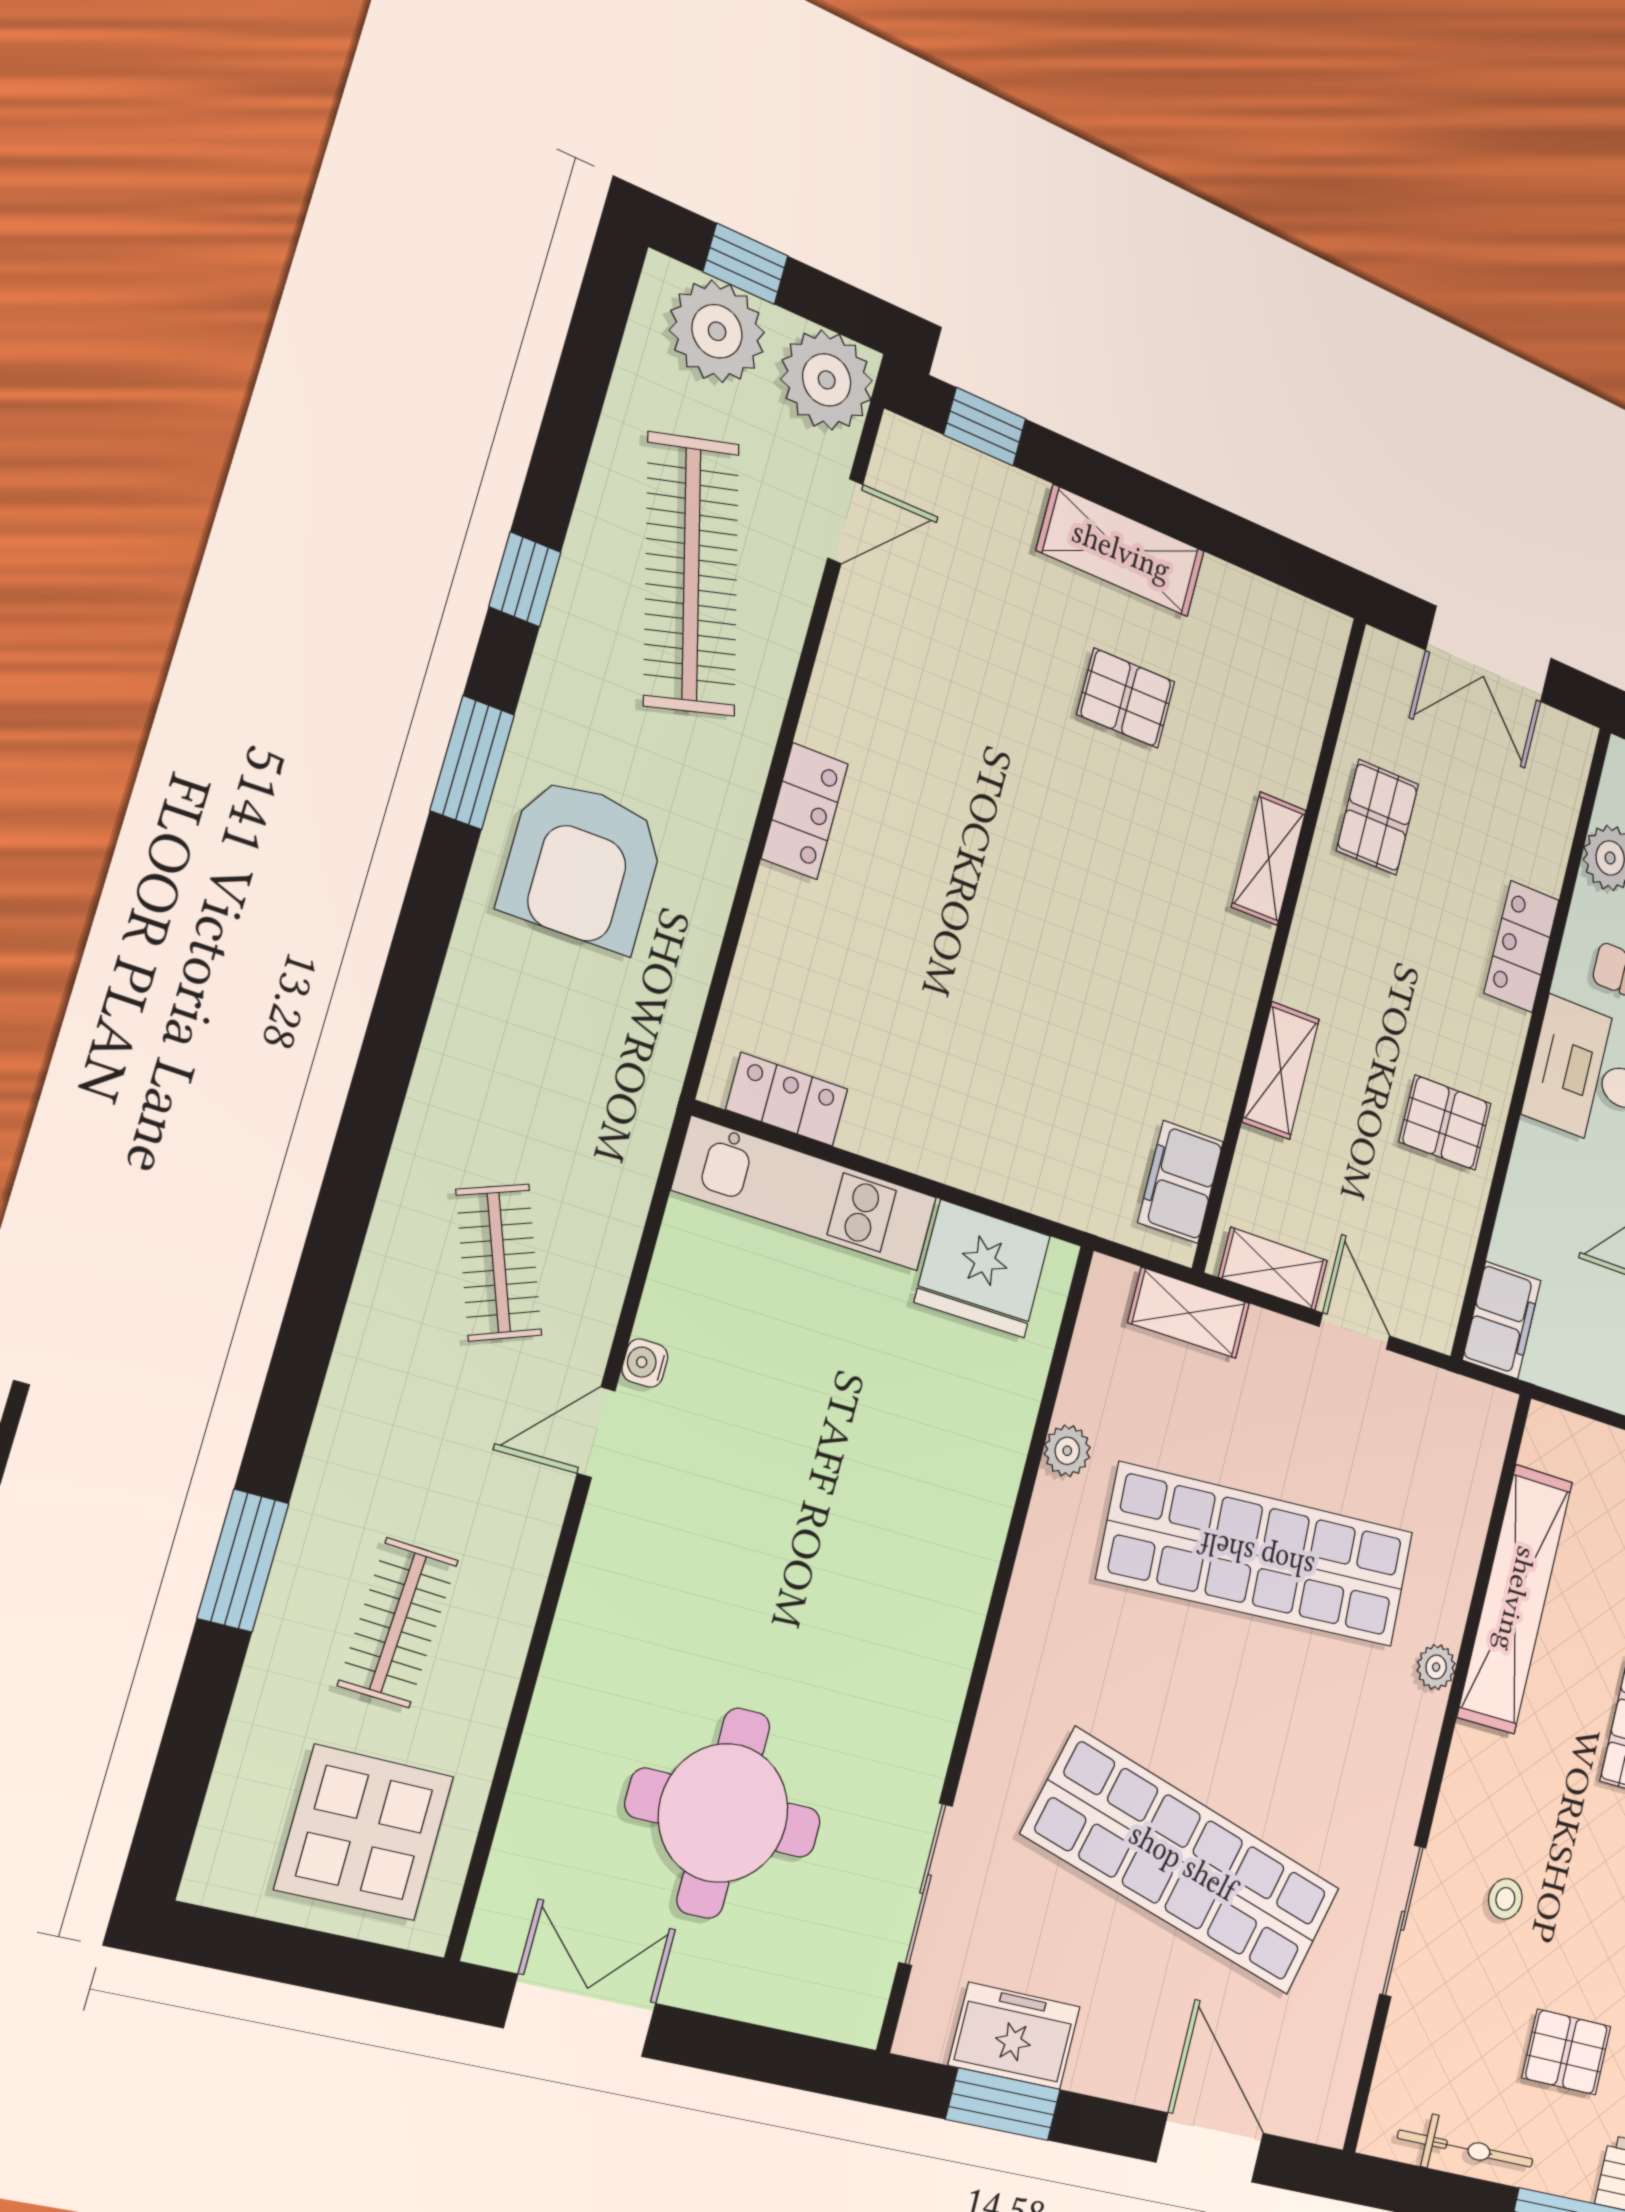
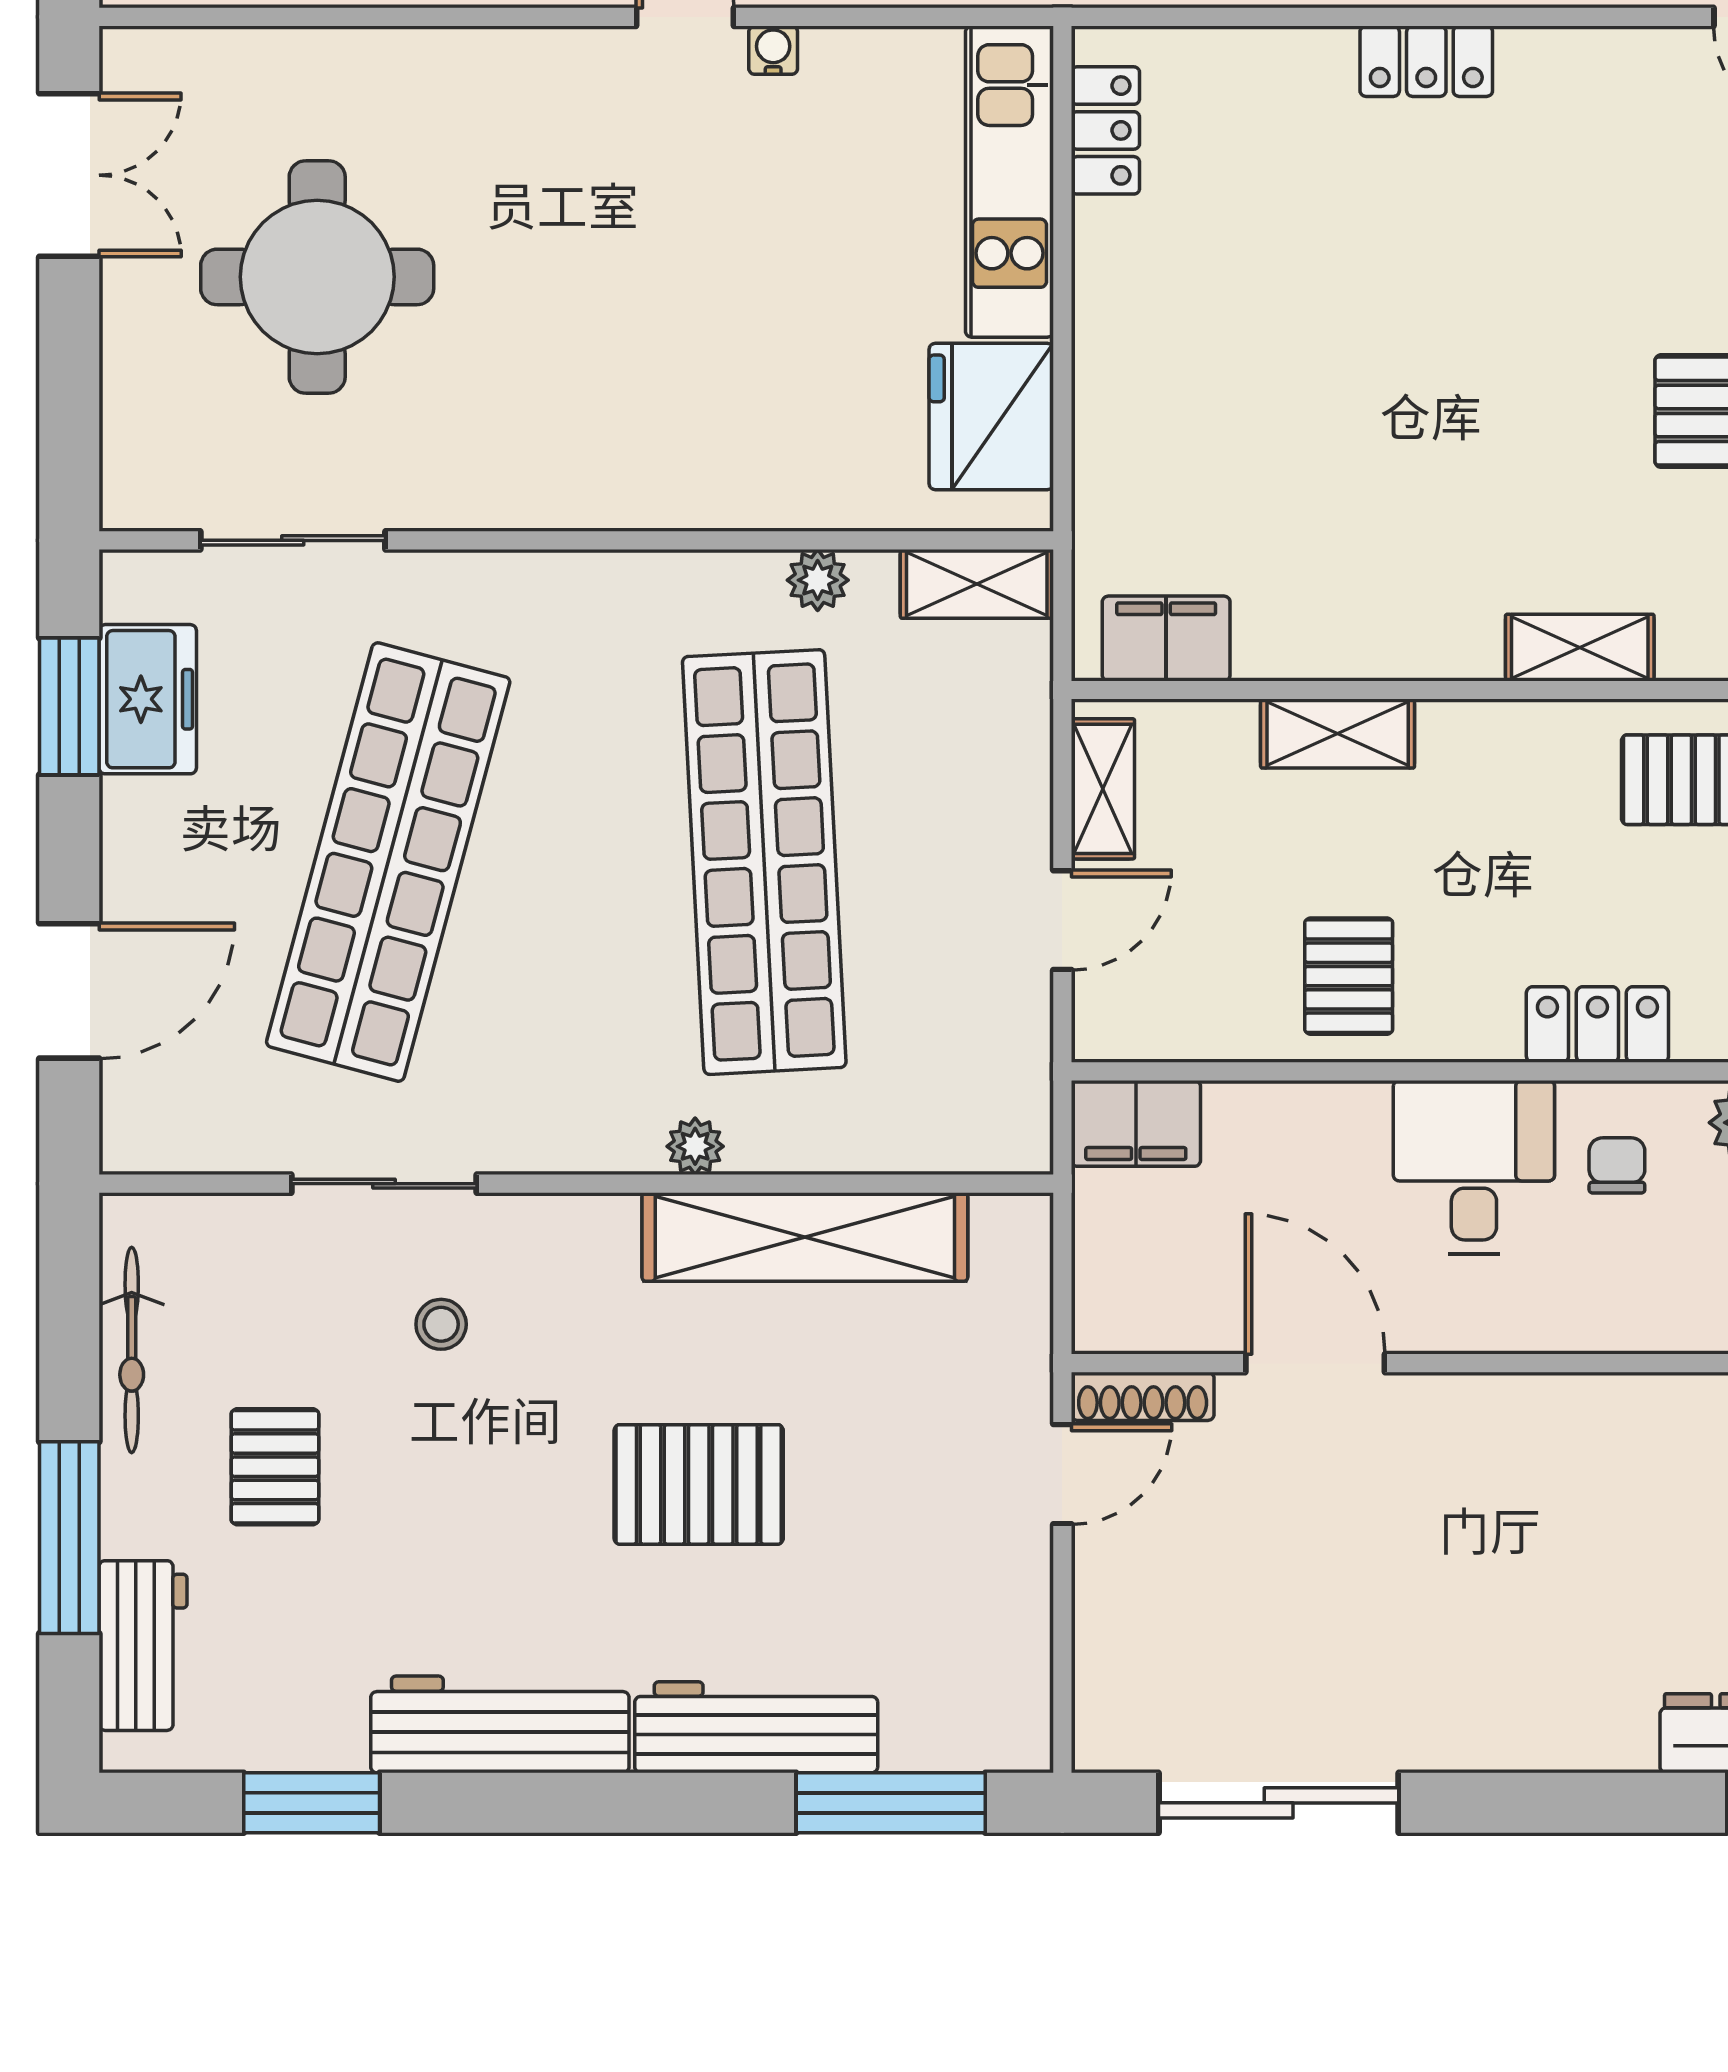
shelving: (1189, 1313) -> (977, 584), moved, turned 90

